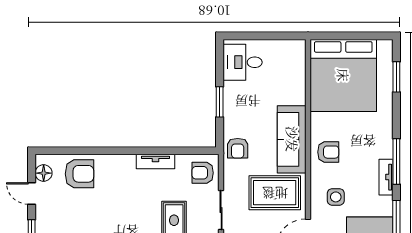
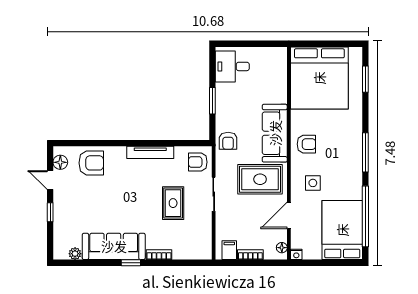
tv unit: (155, 162) -> (150, 152), width x1.41
tv unit: (386, 177) -> (356, 166), removed

